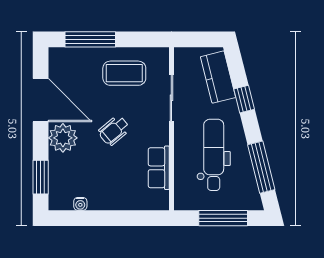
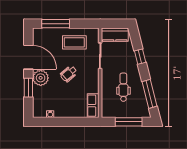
kitchen counter: (218, 77) -> (115, 35), moved, turned -76
dental chair: (214, 155) -> (123, 87), width x0.73, depth x0.72
row of seats: (159, 168) -> (93, 106), moved
window: (41, 177) -> (28, 88), moved

